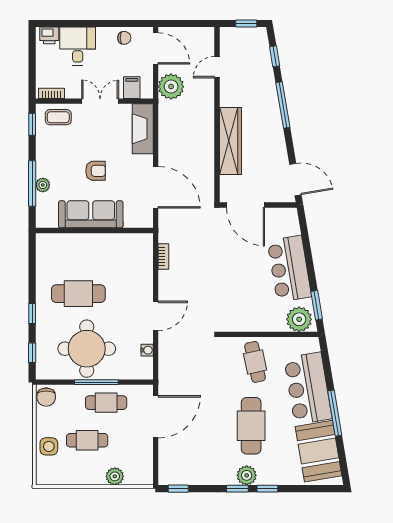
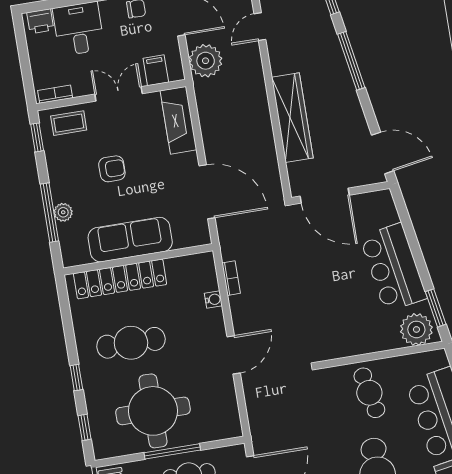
armchair: (96, 171) -> (112, 169), moved
locker: (78, 243) -> (120, 279), added
water cooler: (147, 350) -> (213, 299), moved

